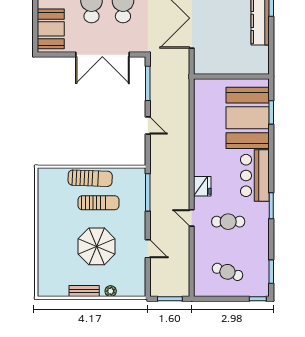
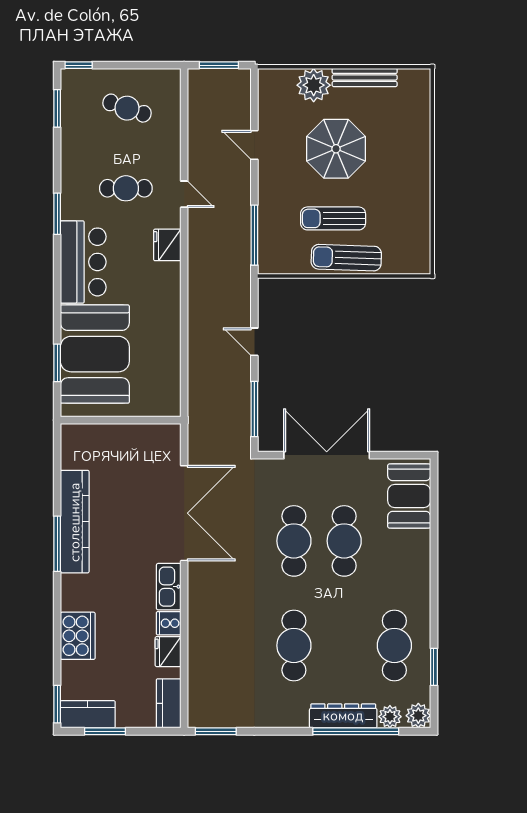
bench: (84, 291) -> (365, 77), width x1.36
plant: (111, 291) -> (314, 85), width x1.88, depth x1.88

